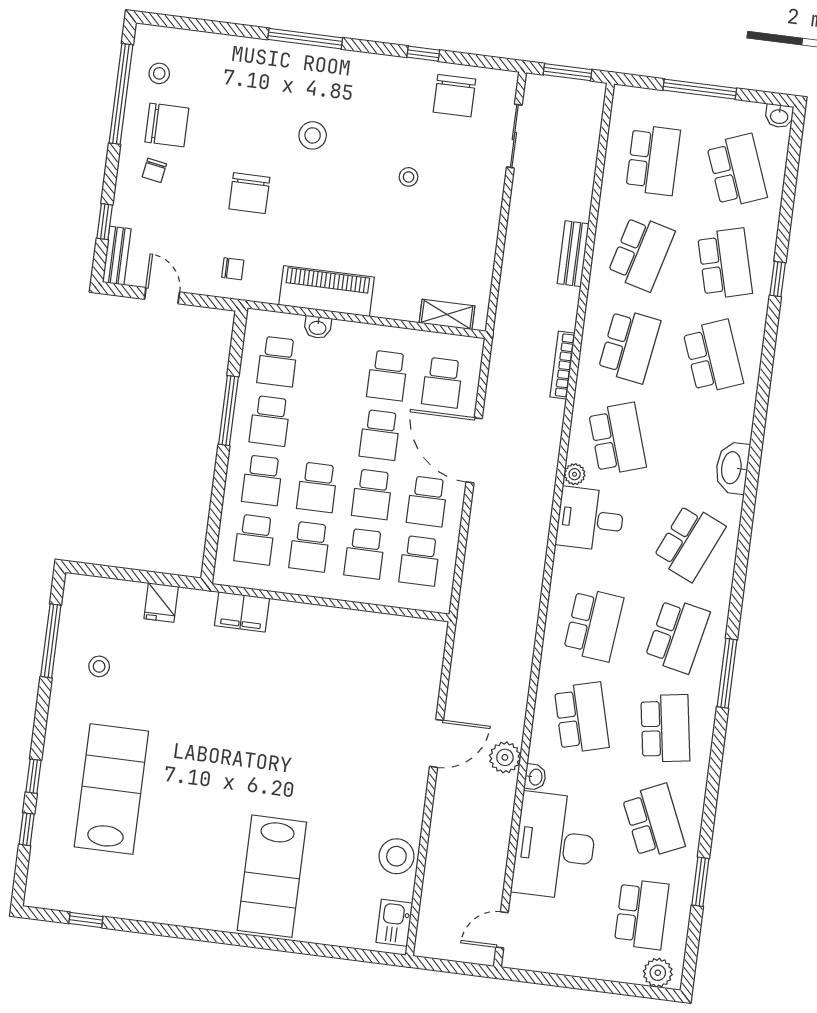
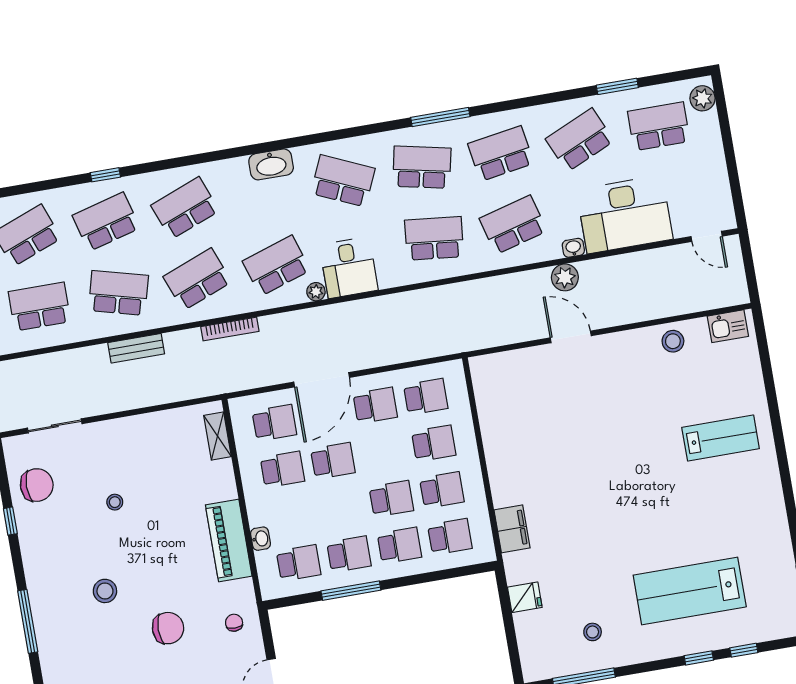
school desk: (629, 346) -> (197, 279), turned -30
school desk: (372, 494) -> (383, 452), removed
stool: (396, 856) -> (673, 341), width x0.73, depth x0.73
lab bench: (272, 876) -> (721, 438), width x0.73, depth x0.72

